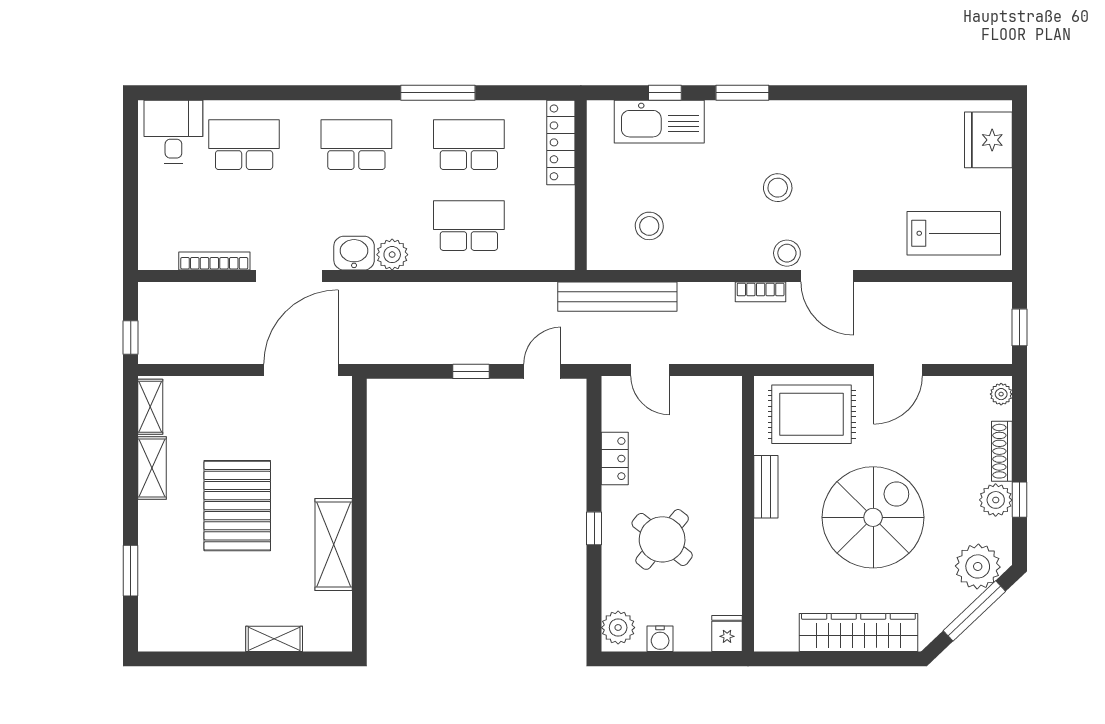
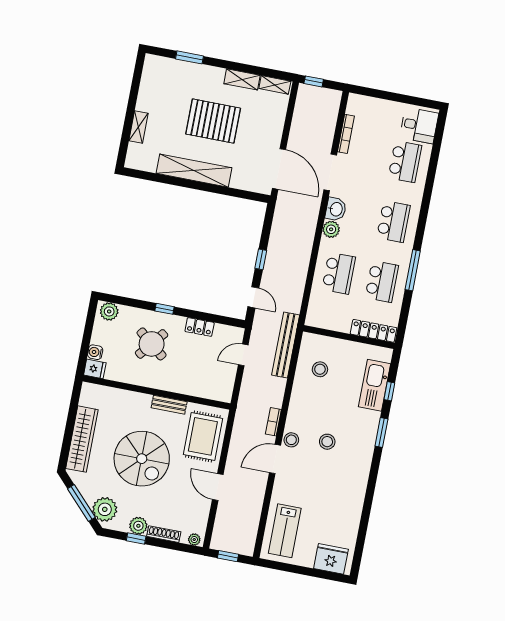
shelving: (334, 544) -> (194, 171), width x1.47
water cooler: (660, 639) -> (95, 352), moved

